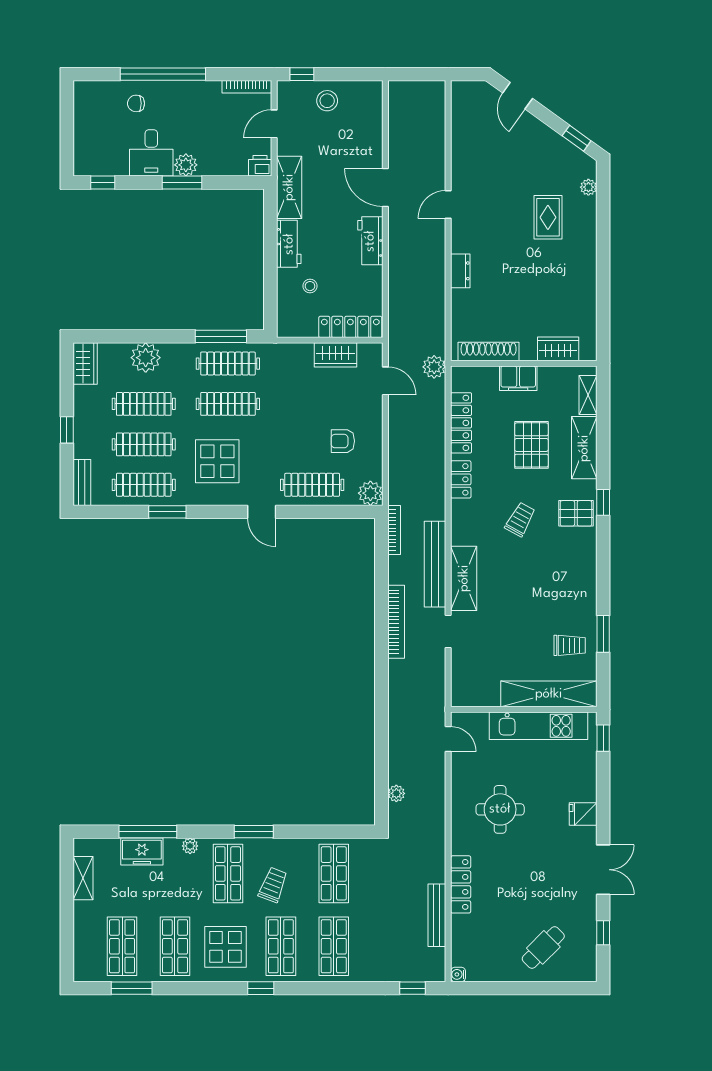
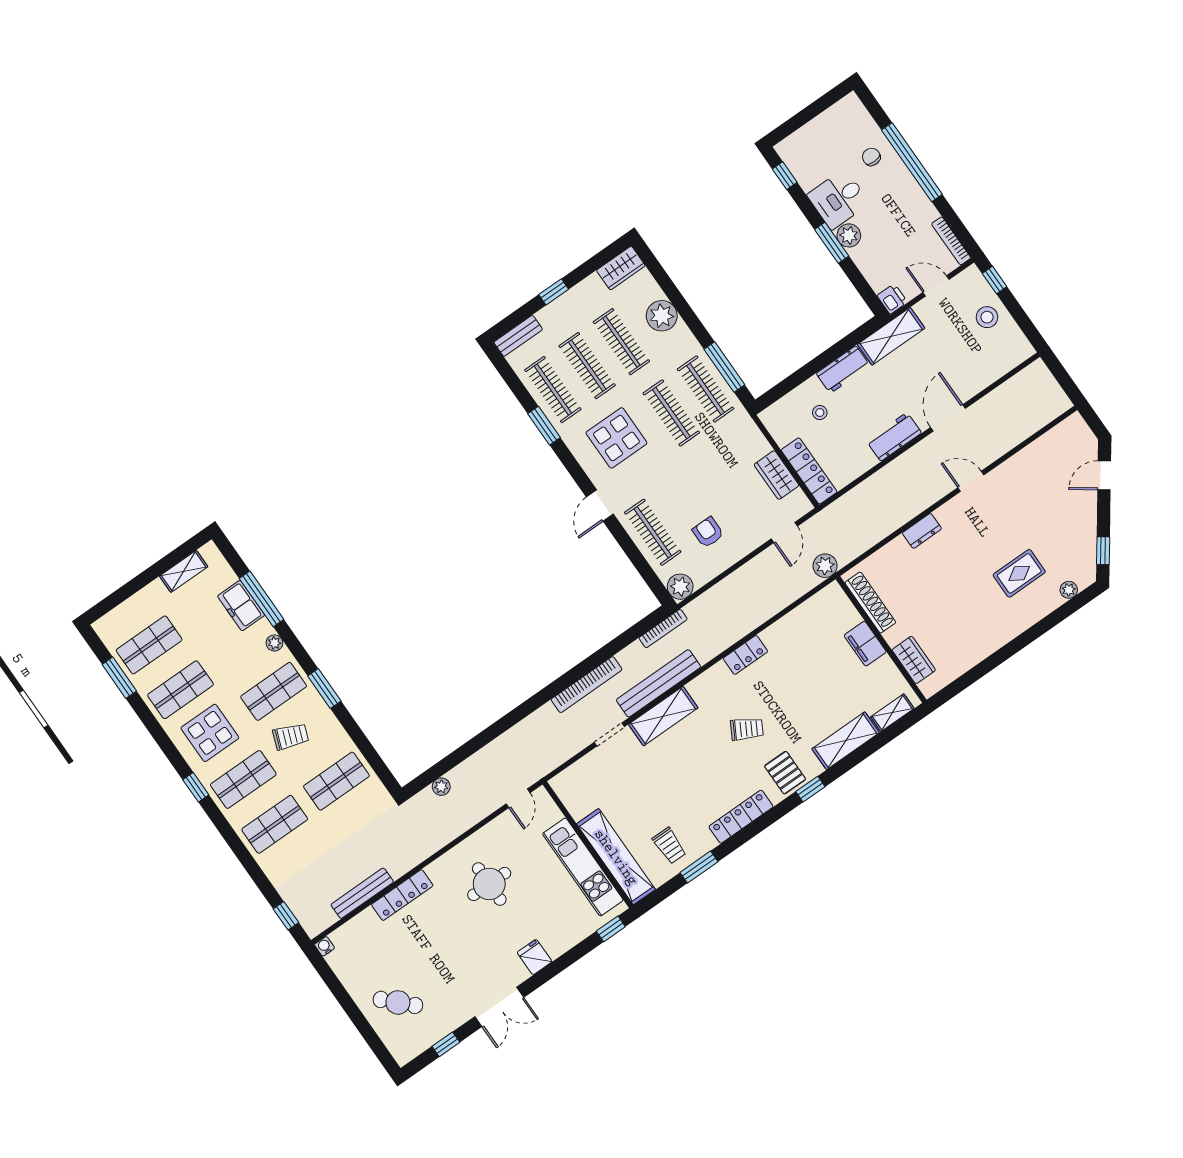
locker: (461, 423) -> (741, 817), moved, turned 180
pallet: (531, 445) -> (817, 694), removed

